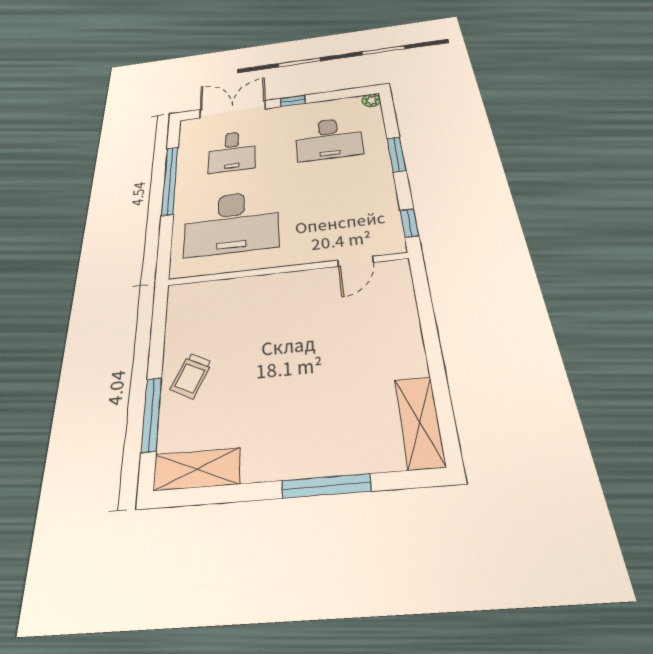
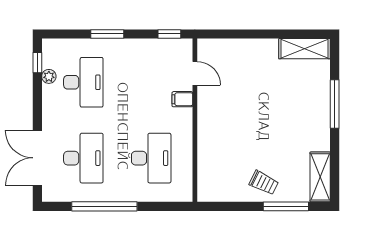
plant: (371, 100) -> (49, 76), moved
window: (293, 101) -> (37, 63), moved
desk: (232, 152) -> (83, 158), width x1.37
desk: (231, 223) -> (151, 158), width x0.73, depth x0.77
filing cabinet: (316, 250) -> (182, 99), added

